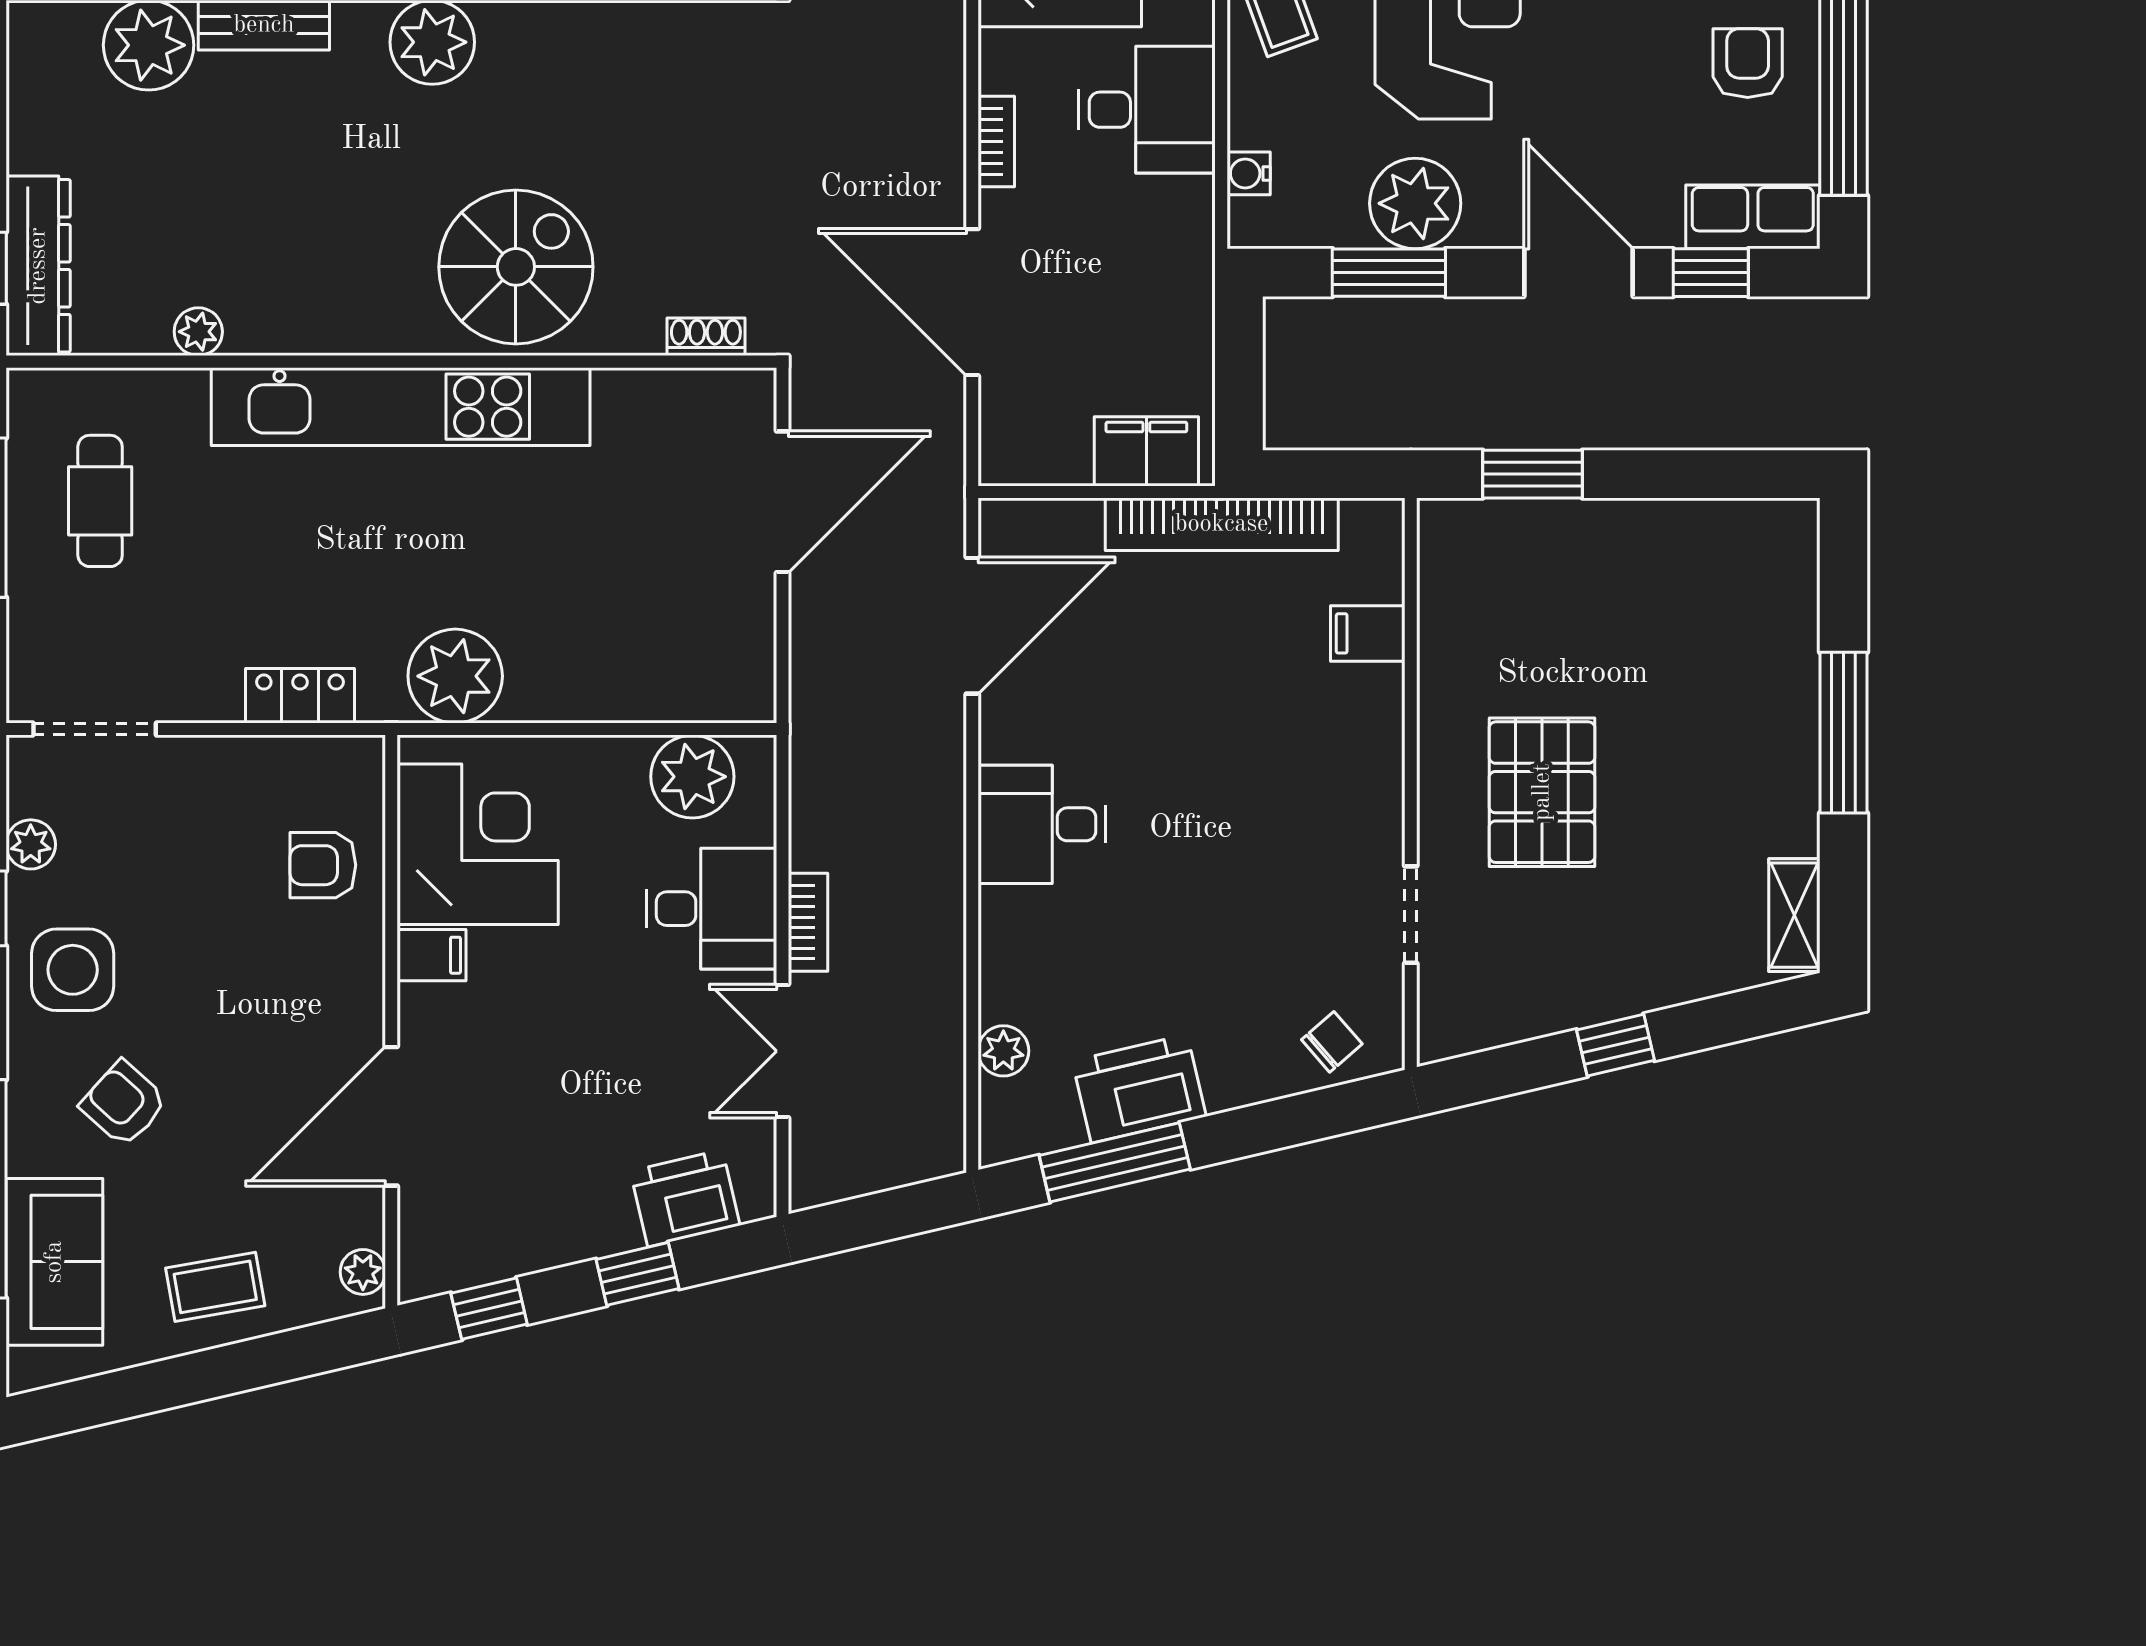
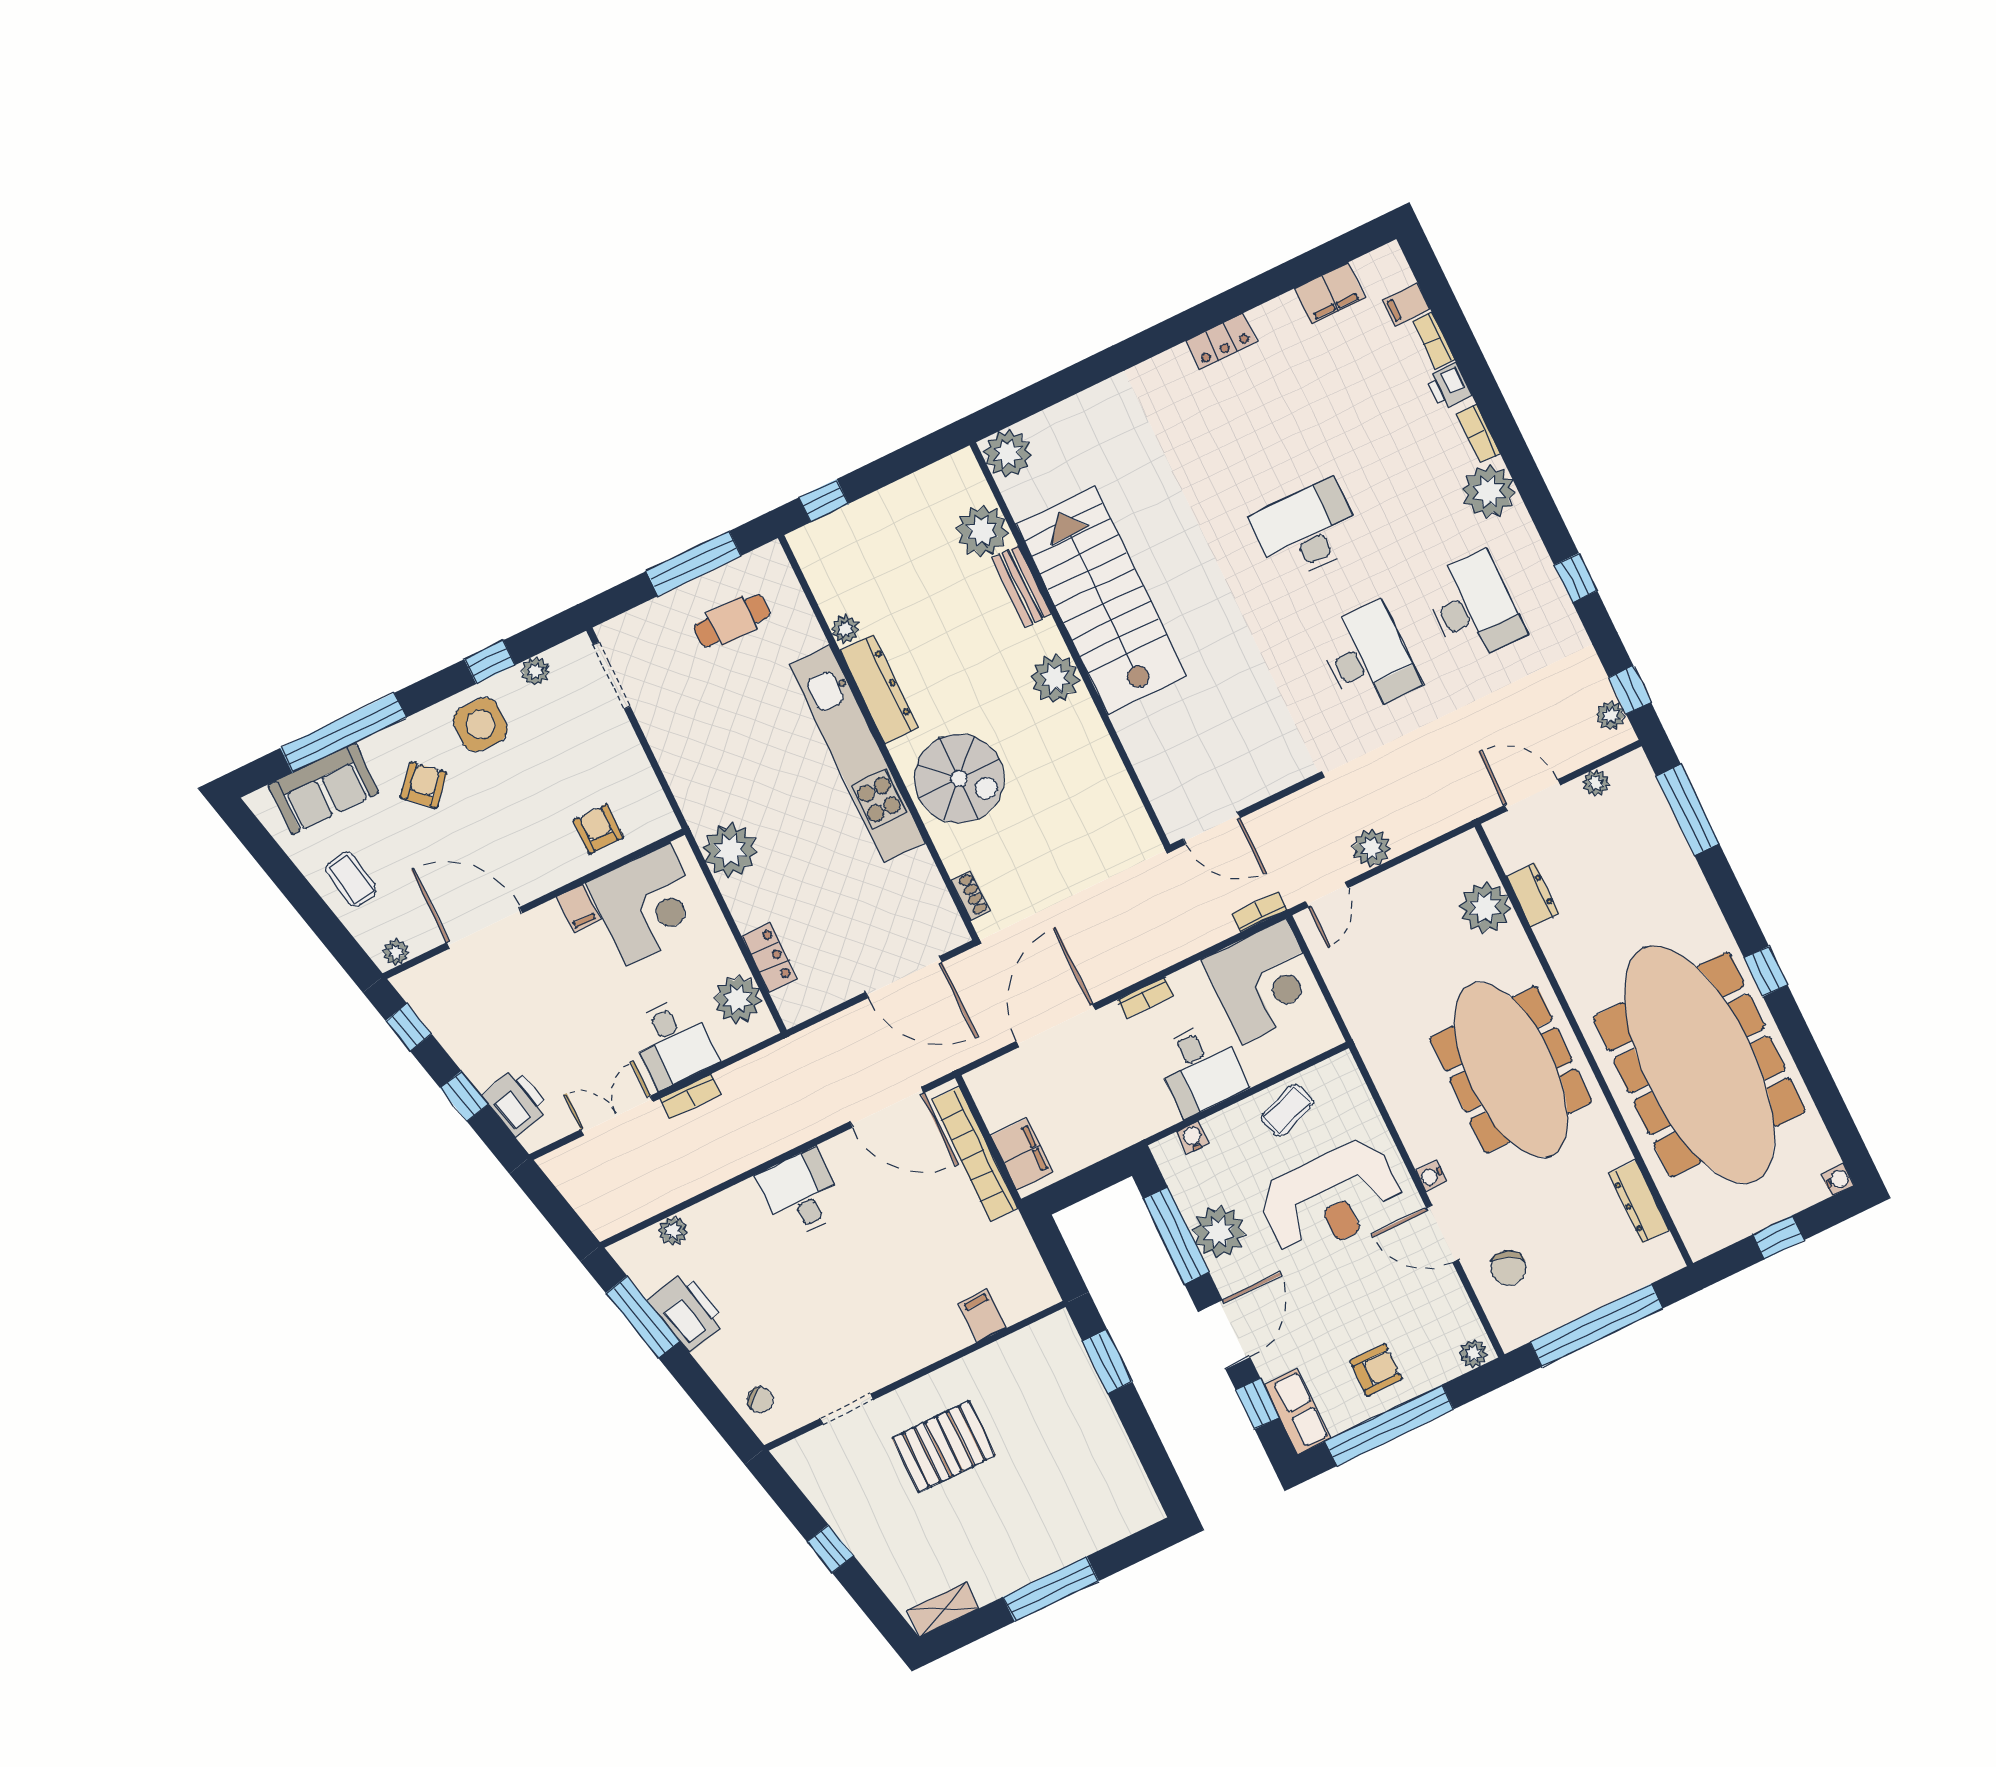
dresser: (38, 266) -> (879, 689), moved, turned -90
window: (1389, 273) -> (1176, 1236), width x1.44
bookcase: (1222, 524) -> (975, 1154), moved
locker: (300, 696) -> (769, 958), moved

